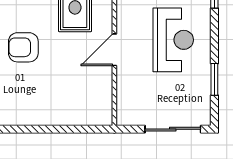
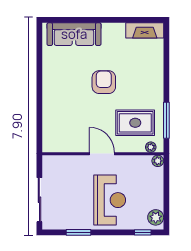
reception desk: (173, 40) -> (110, 200), turned -90

